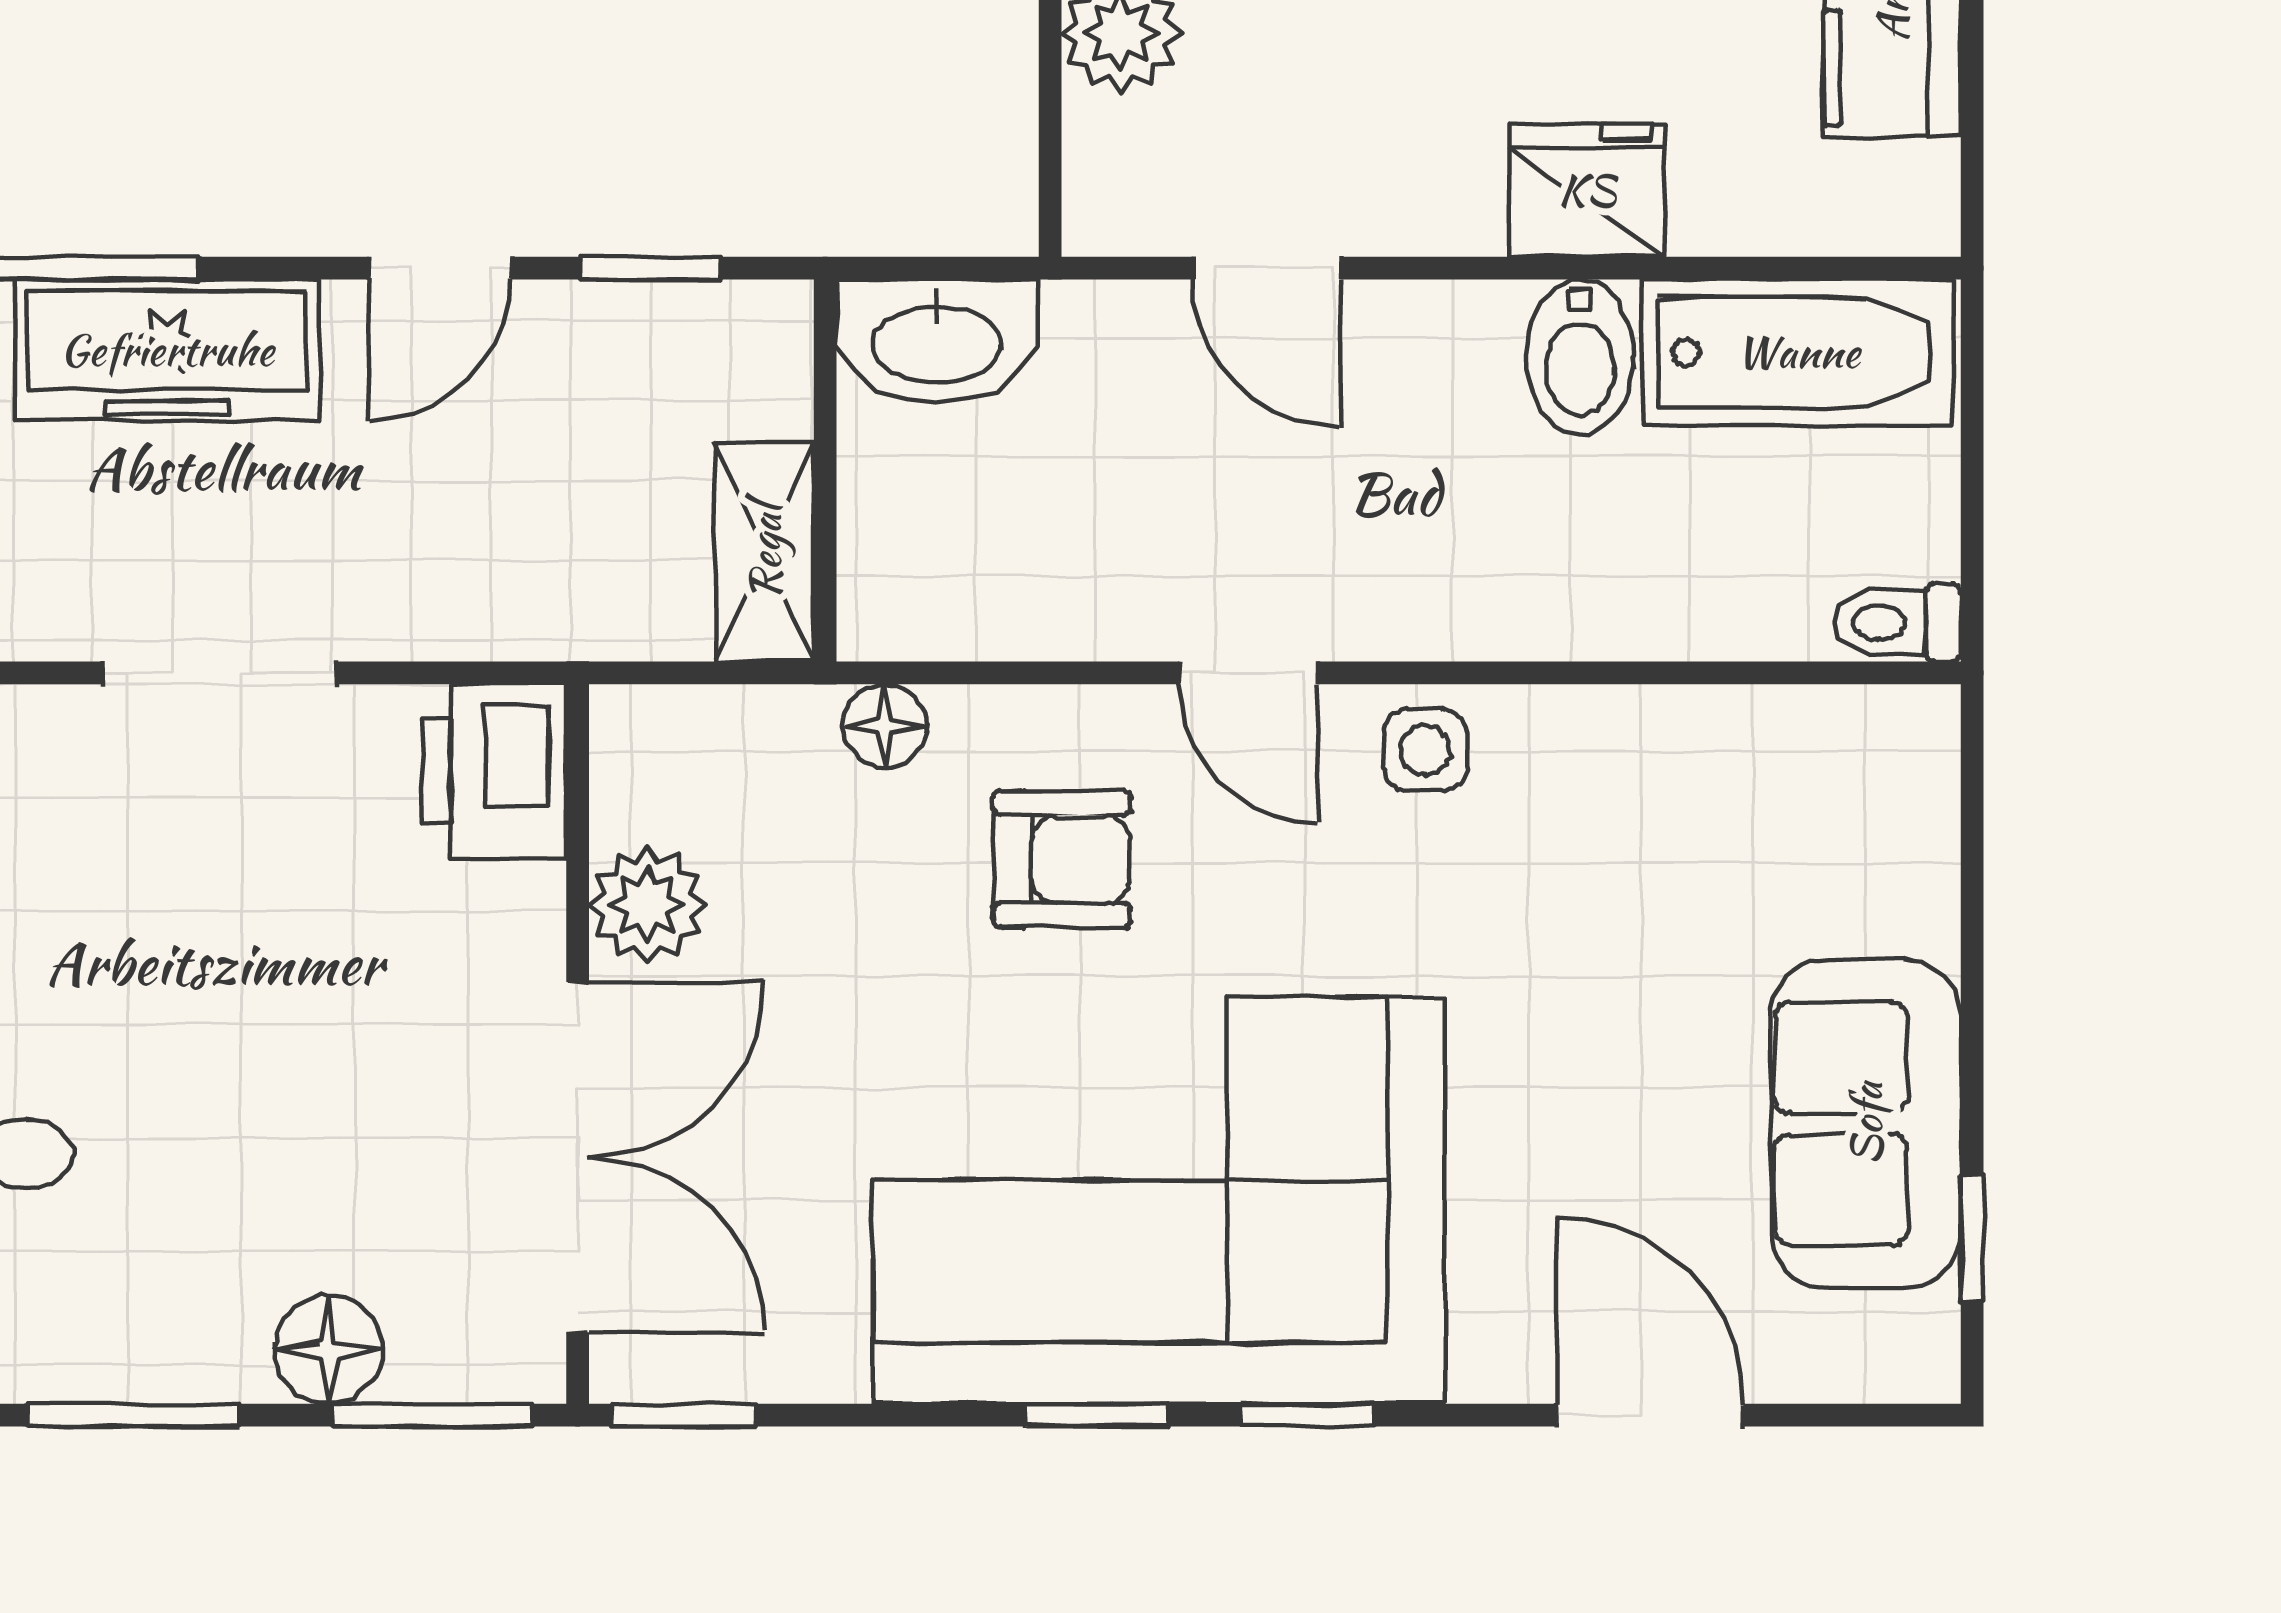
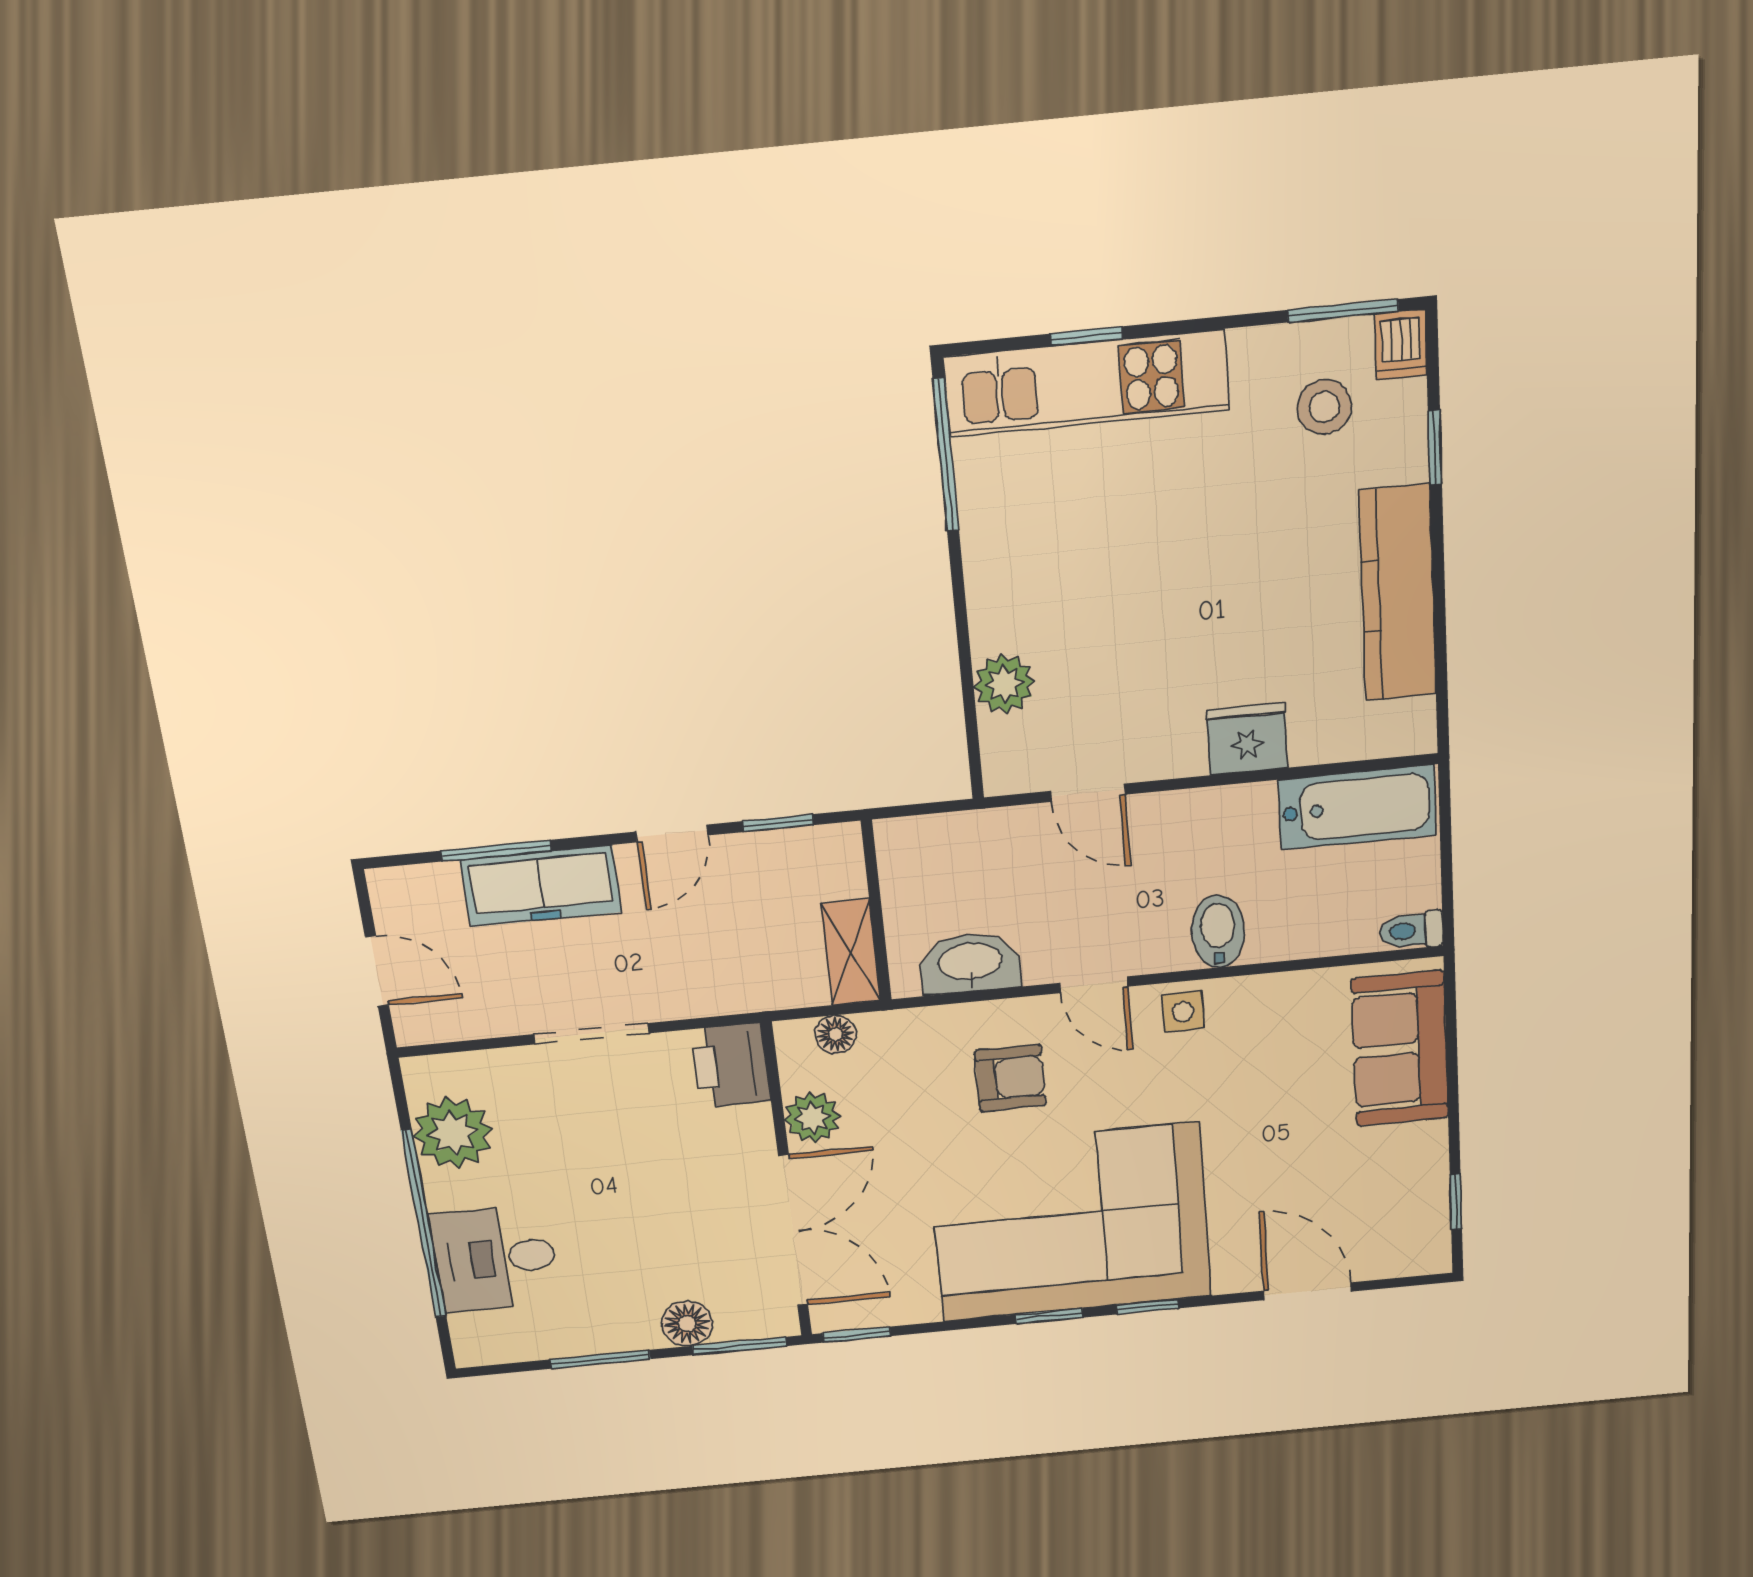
washbasin: (937, 341) -> (970, 963), moved, turned 180
bidet: (1580, 357) -> (1218, 931), moved, turned 180
floor lamp: (885, 726) -> (836, 1034), moved
sofa: (1866, 1124) -> (1400, 1049), moved

